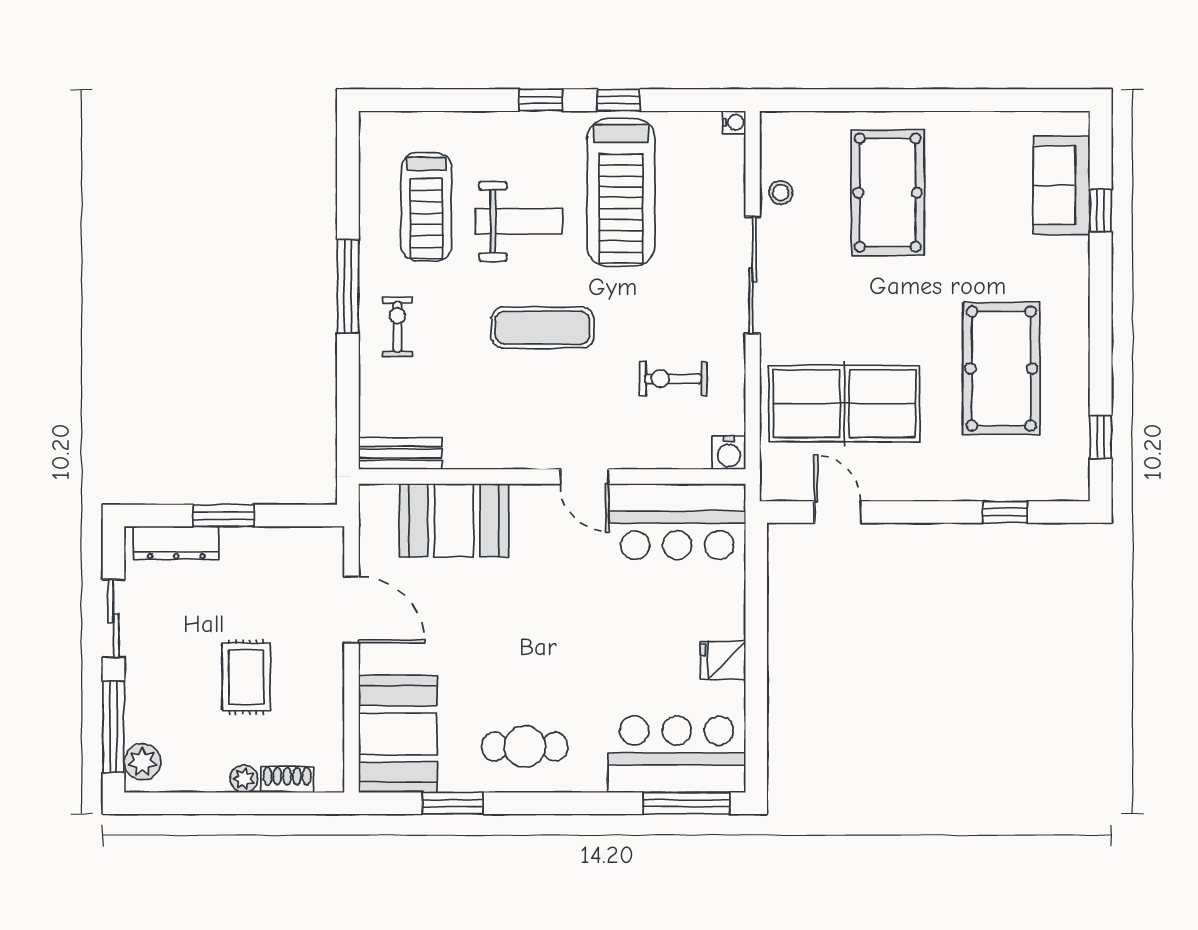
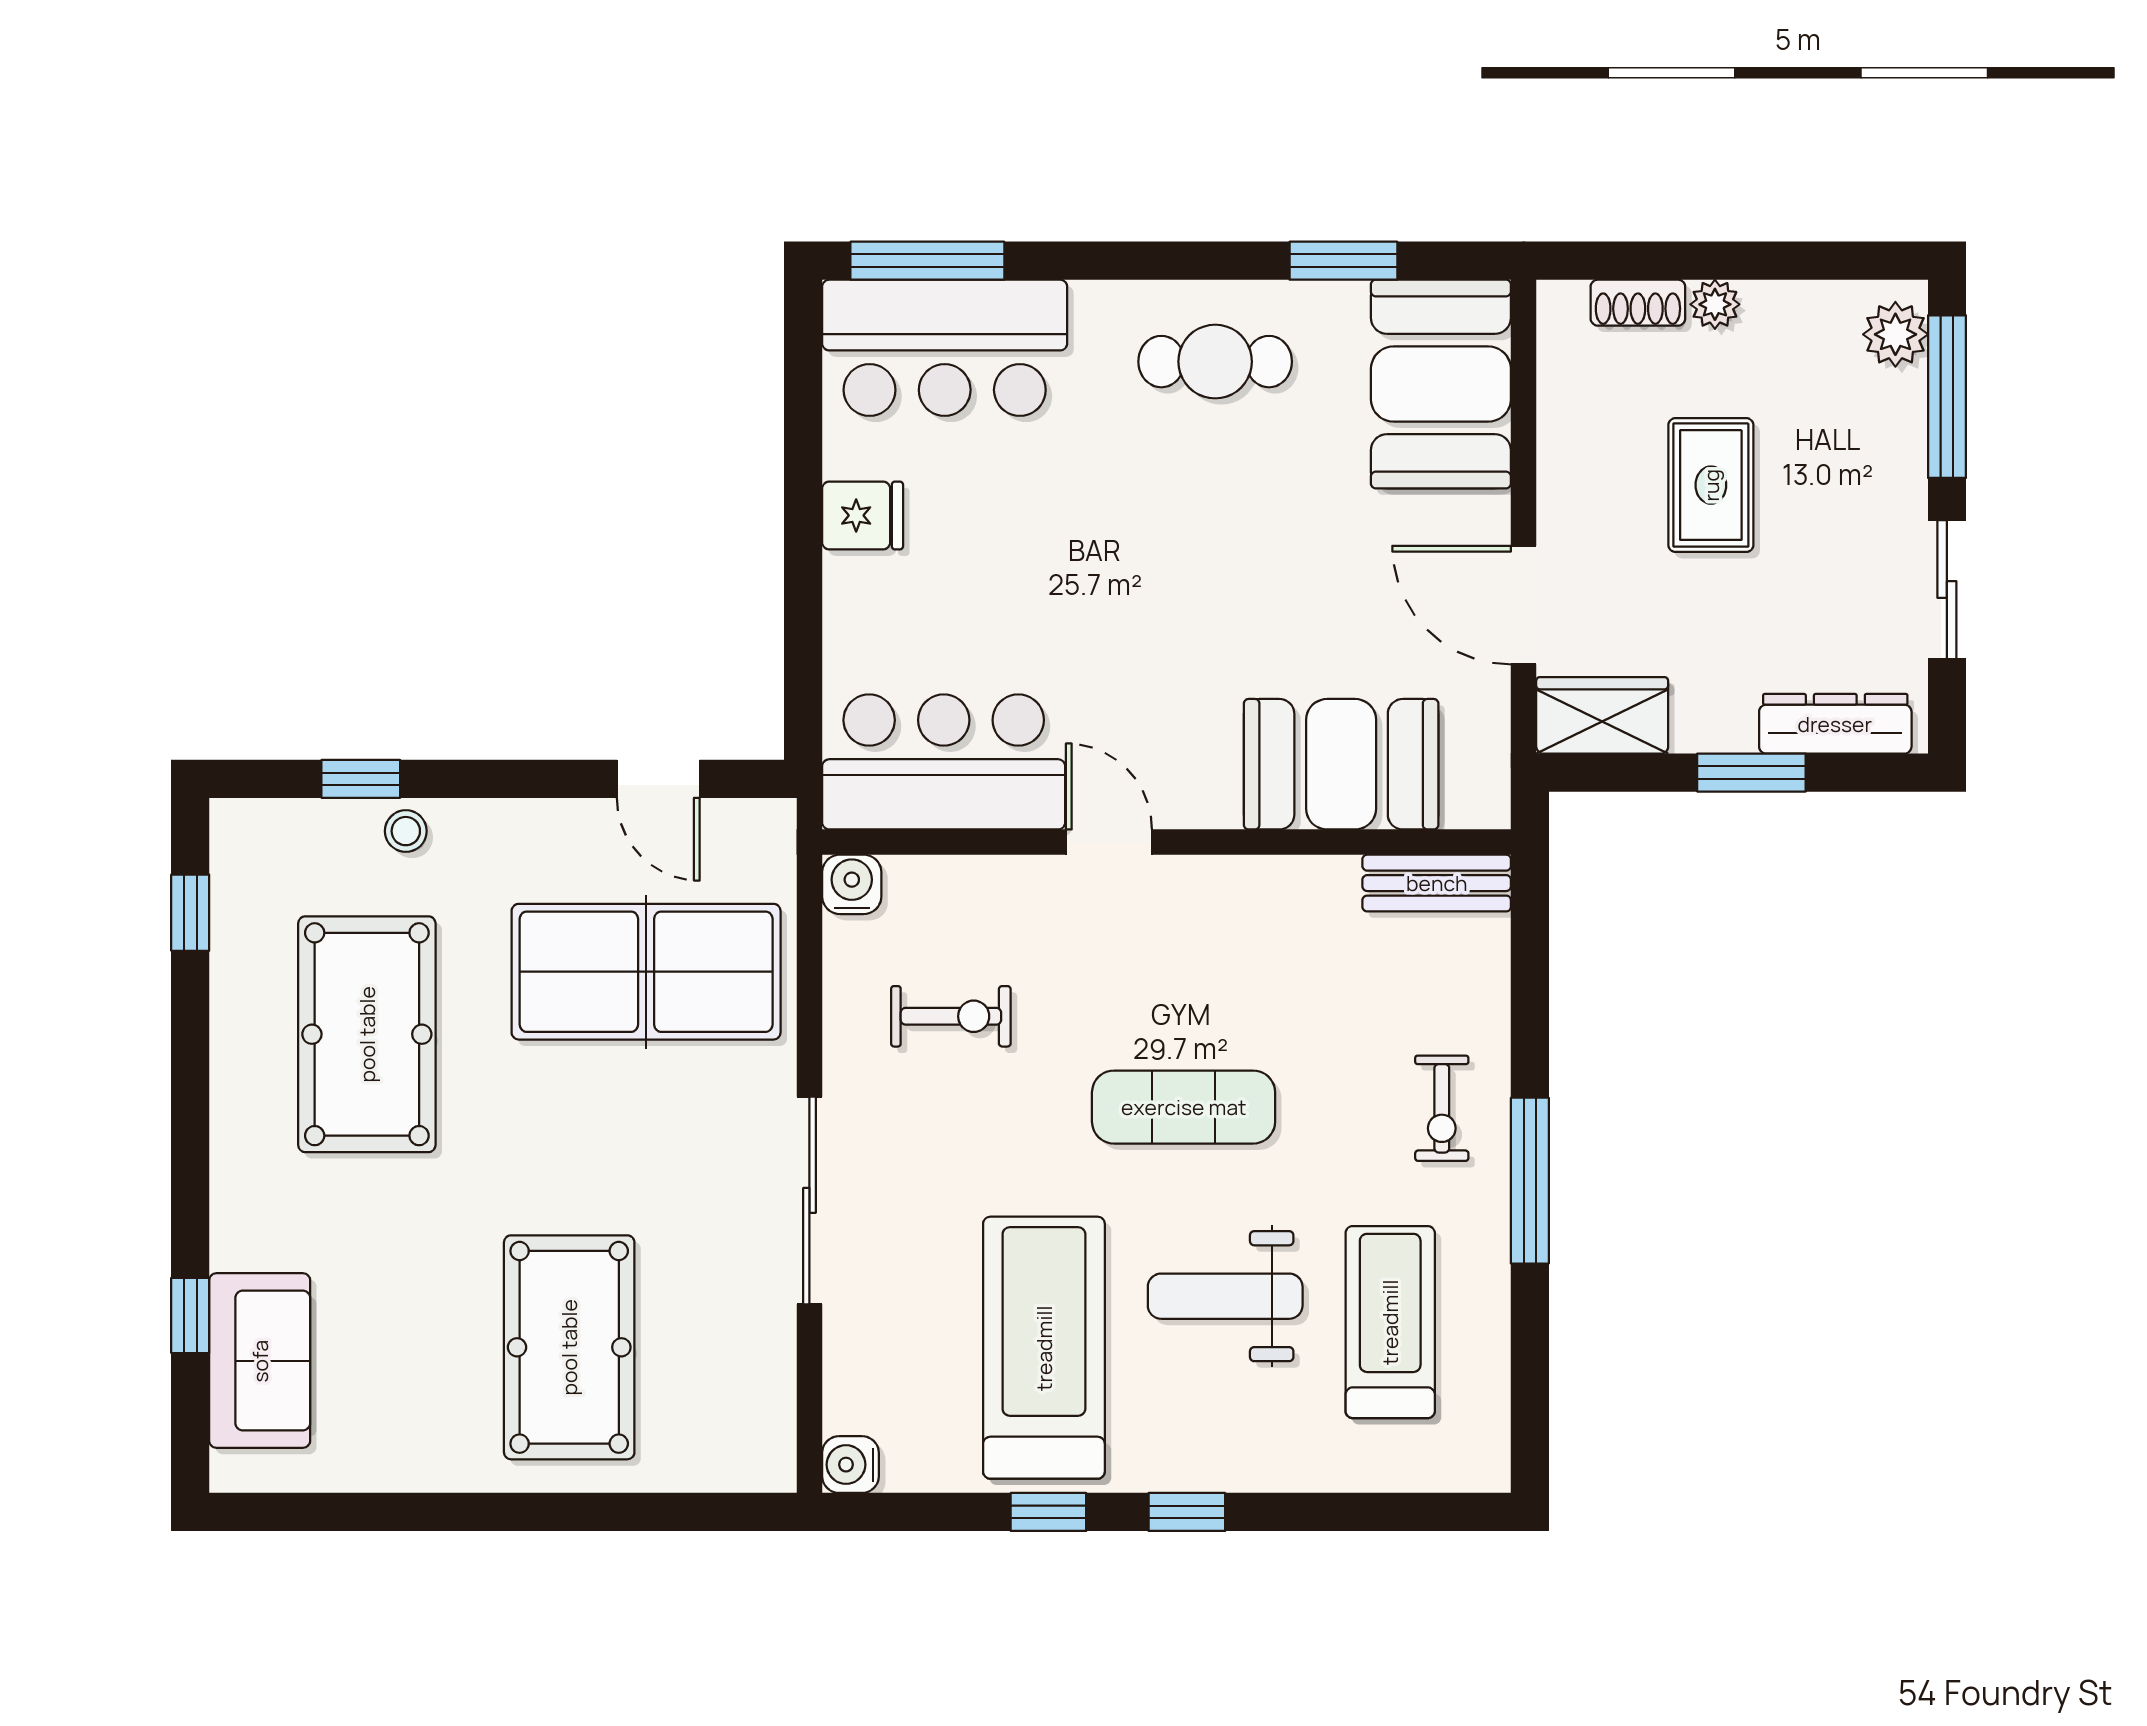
water cooler: (734, 122) -> (851, 1465), width x1.38, depth x1.38
stool: (781, 193) -> (406, 831), moved
wardrobe: (307, 548) -> (1602, 715), added

